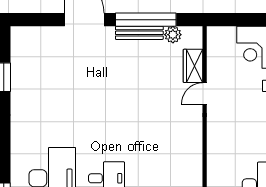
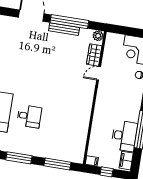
plant: (173, 35) -> (98, 36), moved

